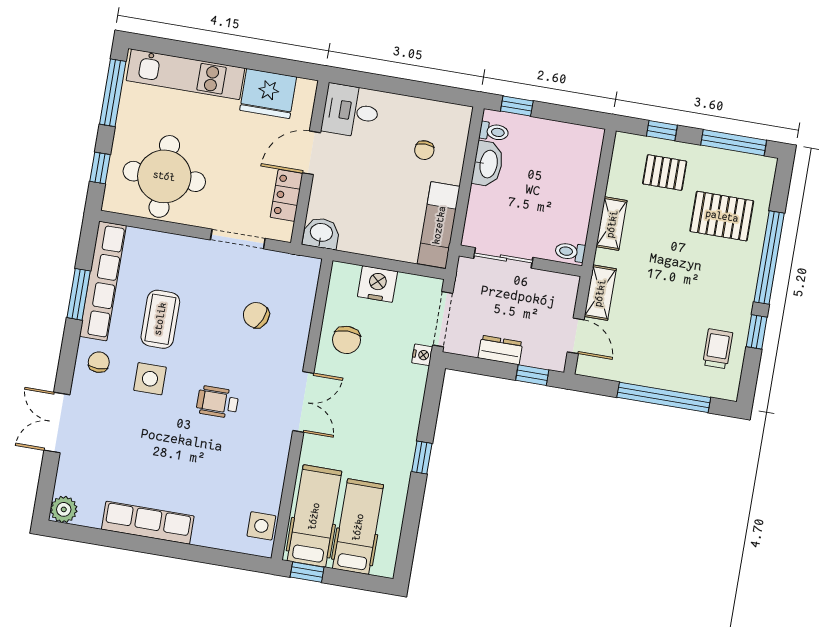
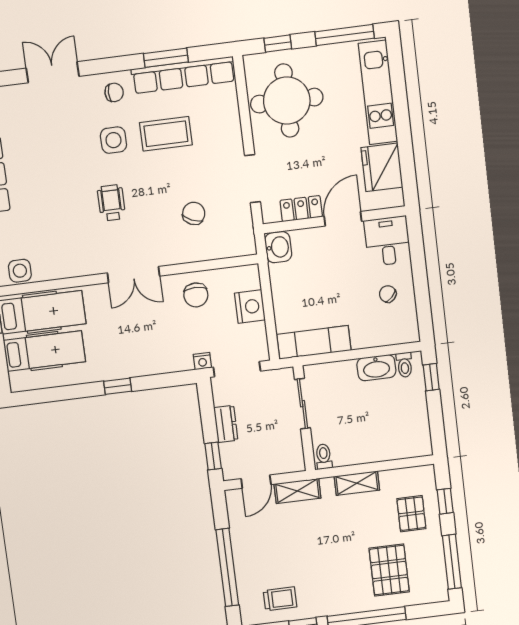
chair: (424, 150) -> (388, 294), moved, turned 45
door: (311, 153) -> (343, 219), hinge flipped
chair: (347, 340) -> (196, 295), turned -90

